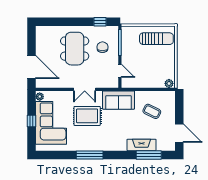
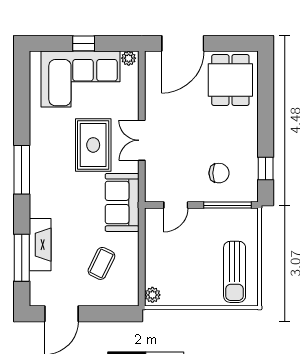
dining table: (75, 49) -> (230, 80), moved, width x0.73
window: (90, 155) -> (22, 170), moved

